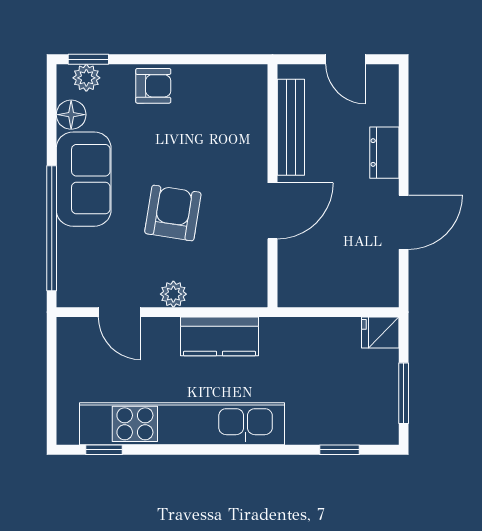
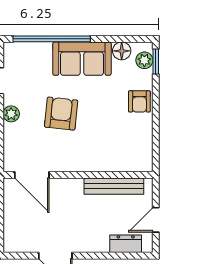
dresser: (384, 153) -> (126, 244), moved
door: (272, 211) -> (32, 175), moved
armchair: (173, 213) -> (61, 114), turned -93

